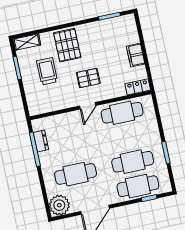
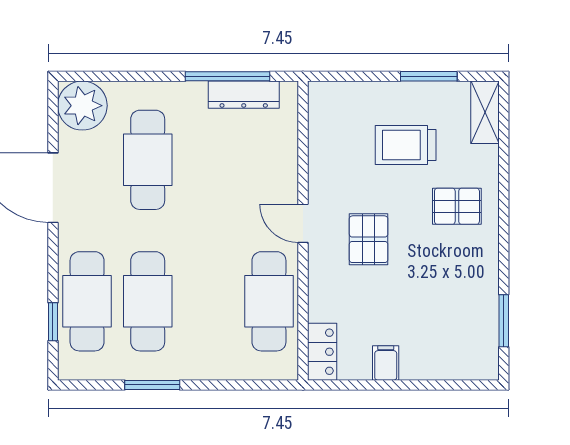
pallet: (67, 45) -> (457, 206), width x0.67, depth x0.71
filing cabinet: (136, 55) -> (386, 363), width x0.50
trolley: (47, 71) -> (406, 145), turned 180
dresser: (41, 141) -> (244, 95), width x1.44

